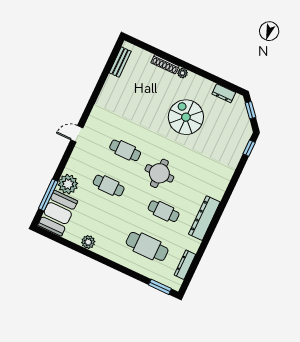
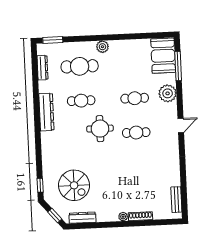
dresser: (224, 93) -> (82, 218), width x1.44
spiral stairs: (186, 117) -> (74, 185), moved
plant: (68, 184) -> (168, 93), moved
plant: (88, 242) -> (102, 47), moved

